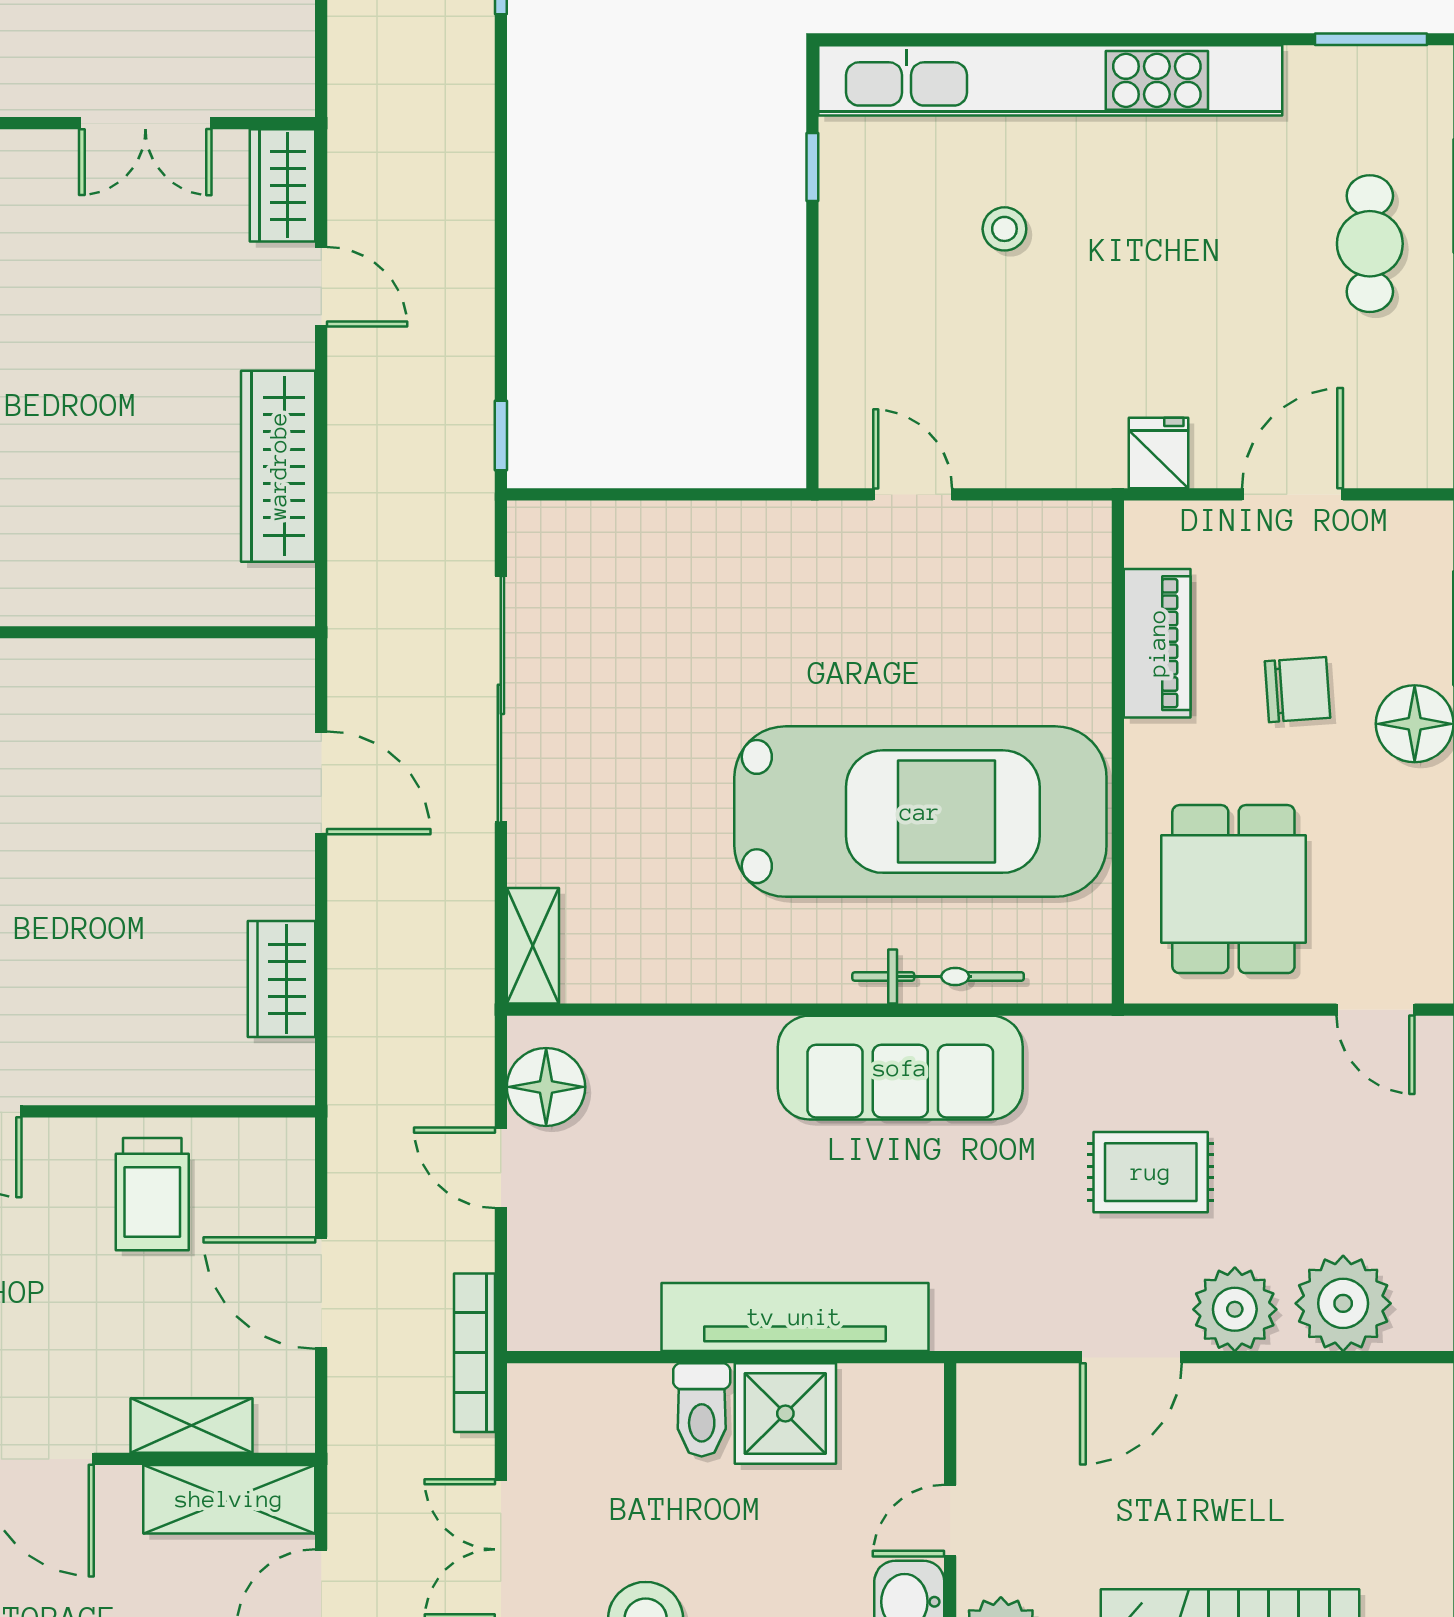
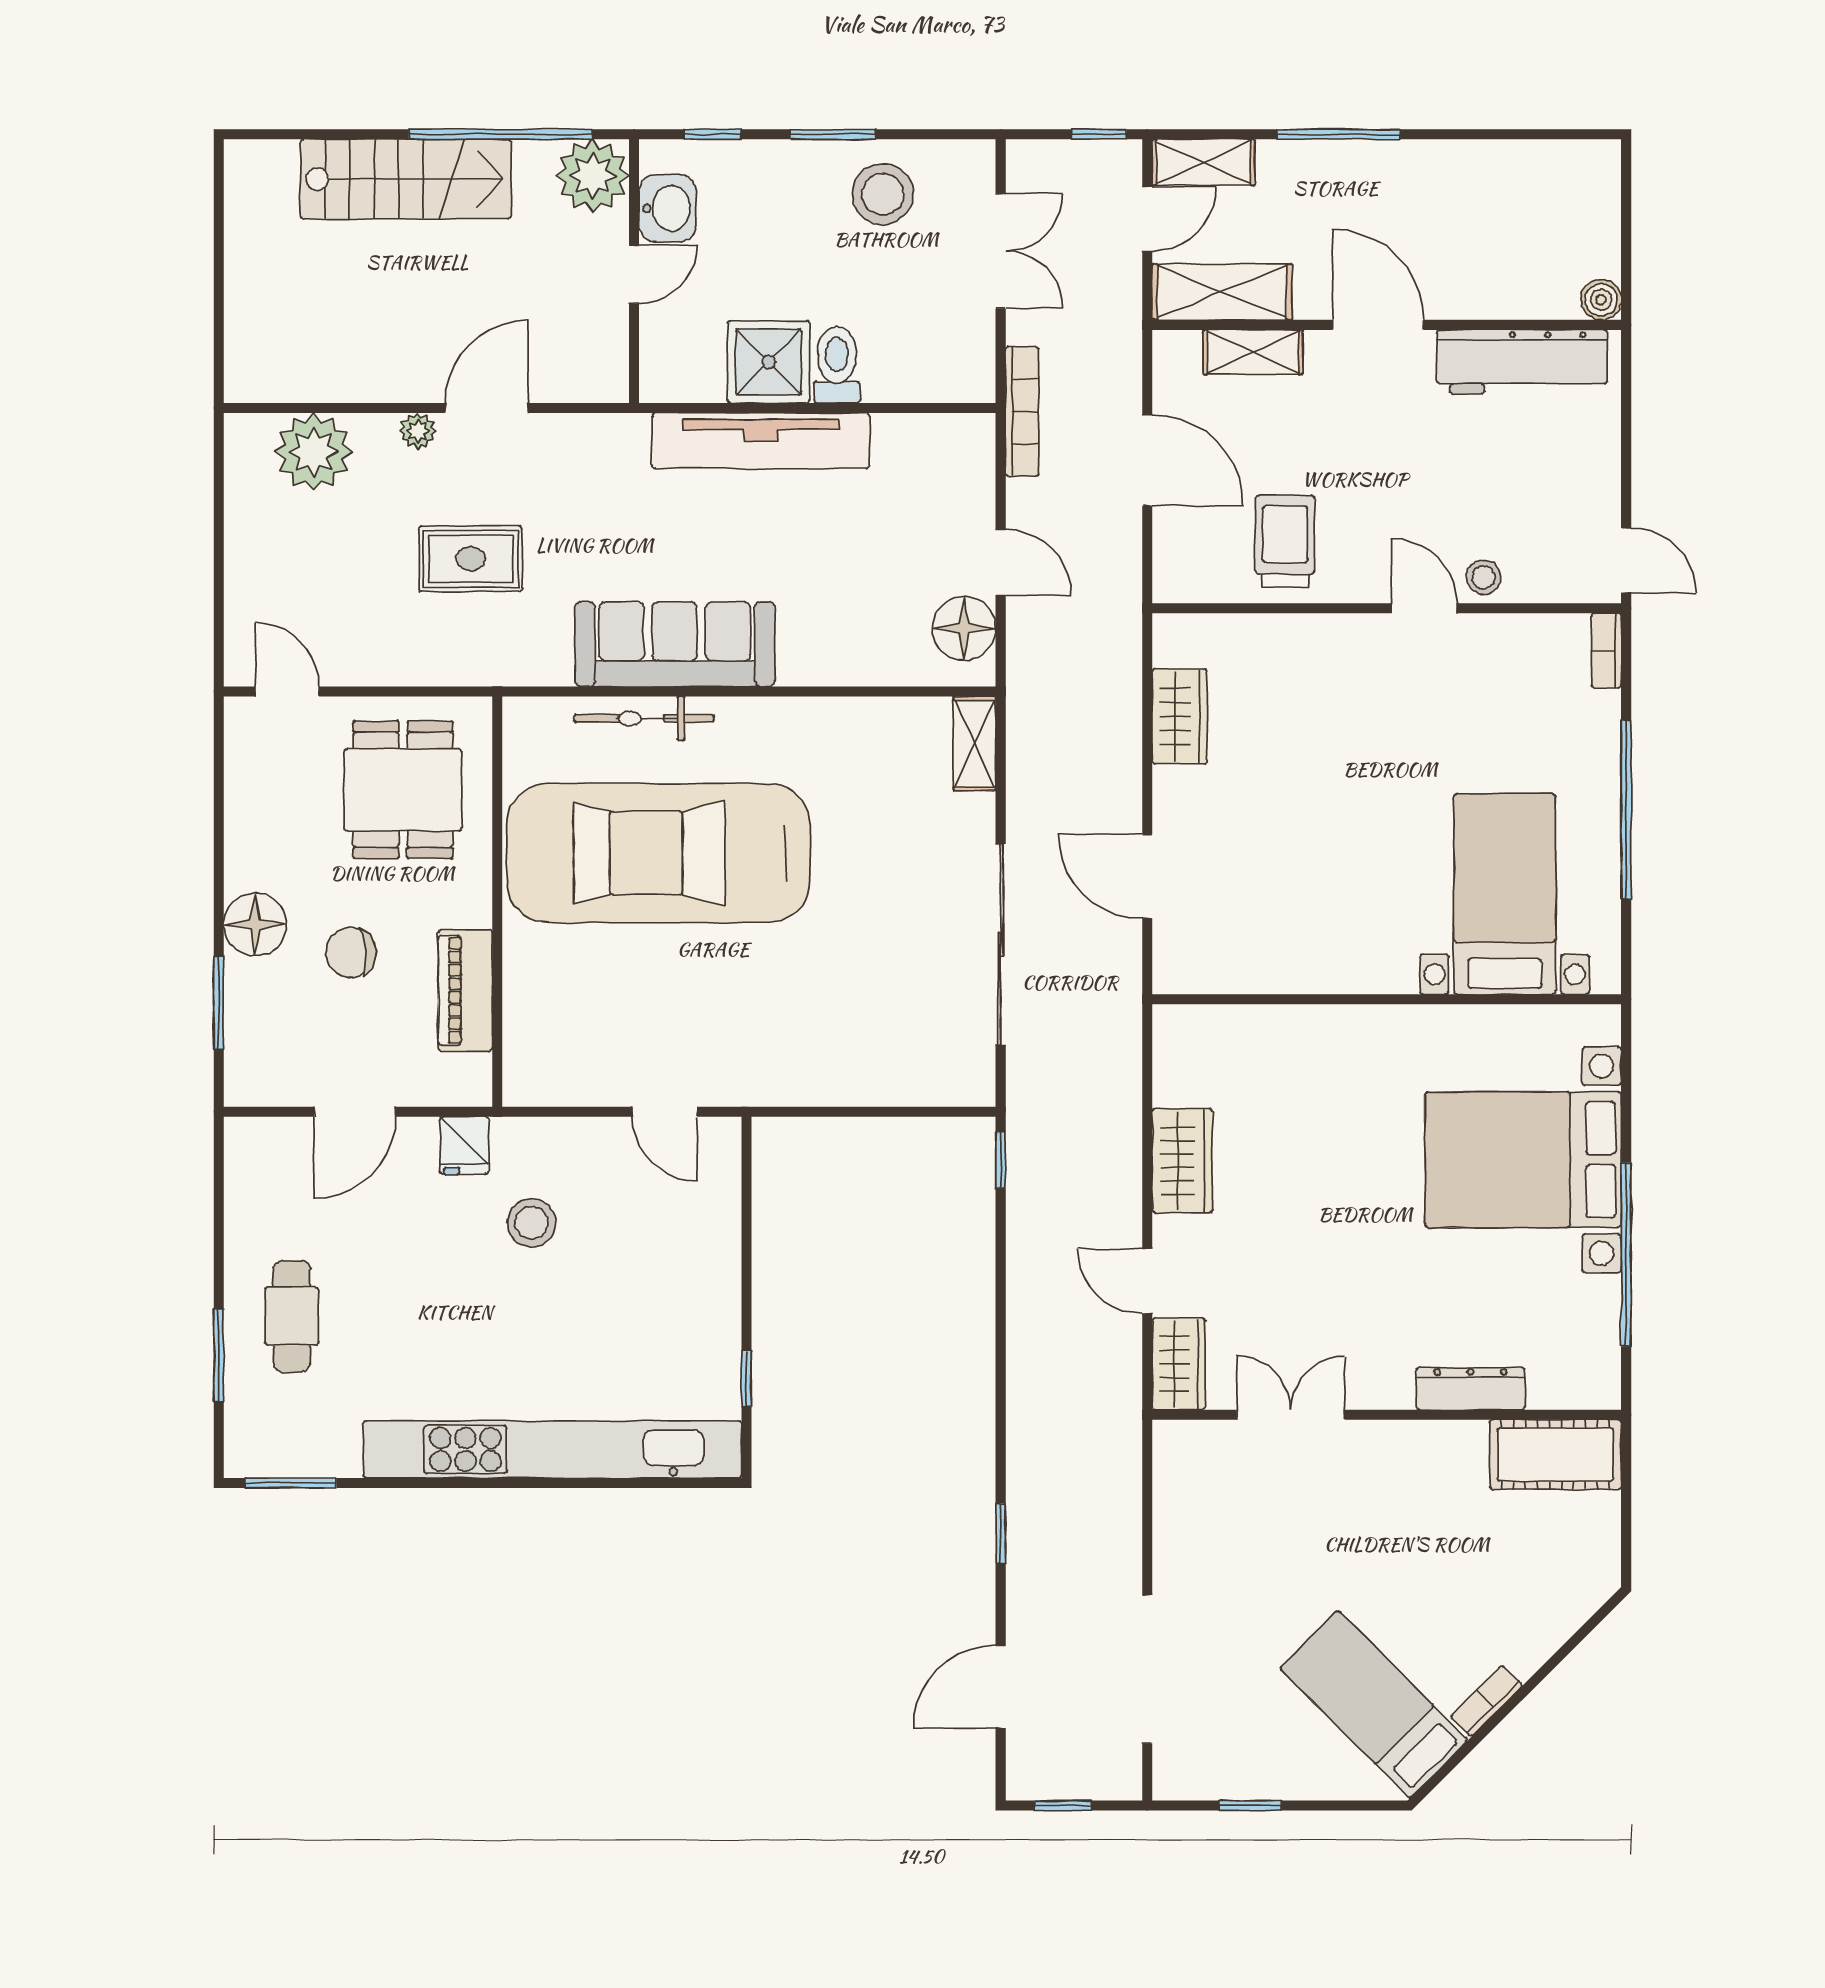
stool: (1004, 229) -> (531, 1223), moved, width x1.37, depth x1.37
wardrobe: (278, 466) -> (1182, 1161), width x0.67
plant: (1235, 1309) -> (418, 431), width x0.53, depth x0.53

